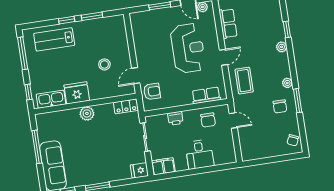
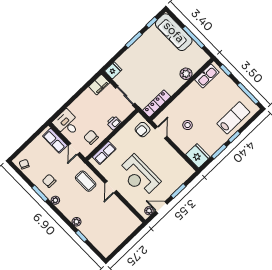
row of seats: (228, 23) -> (55, 141), moved
fridge: (77, 93) -> (198, 156), moved, turned -90
locker: (126, 106) -> (157, 104), width x1.53
plant: (87, 113) -> (186, 74), moved
door: (233, 120) -> (74, 149), hinge flipped
desk: (200, 154) -> (67, 123), moved

